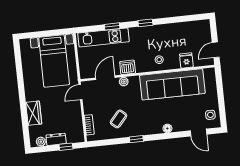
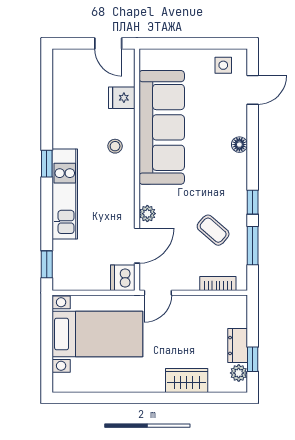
window: (112, 26) -> (47, 264), moved
kitchen unit: (103, 37) -> (65, 194), moved
dishwasher: (128, 67) -> (123, 278), moved
door: (105, 78) -> (137, 246), swing flipped
door: (81, 92) -> (158, 293), hinge flipped
window: (112, 142) -> (253, 246), added
window: (66, 147) -> (253, 359), moved

